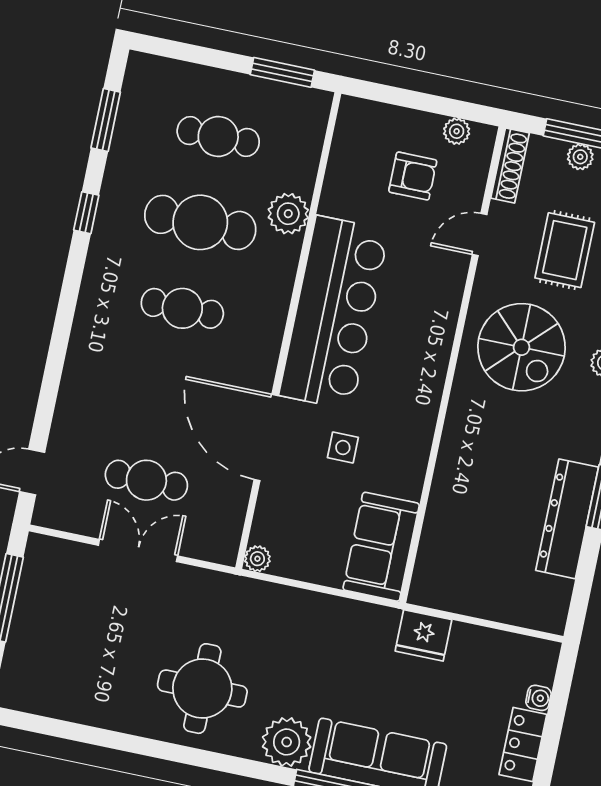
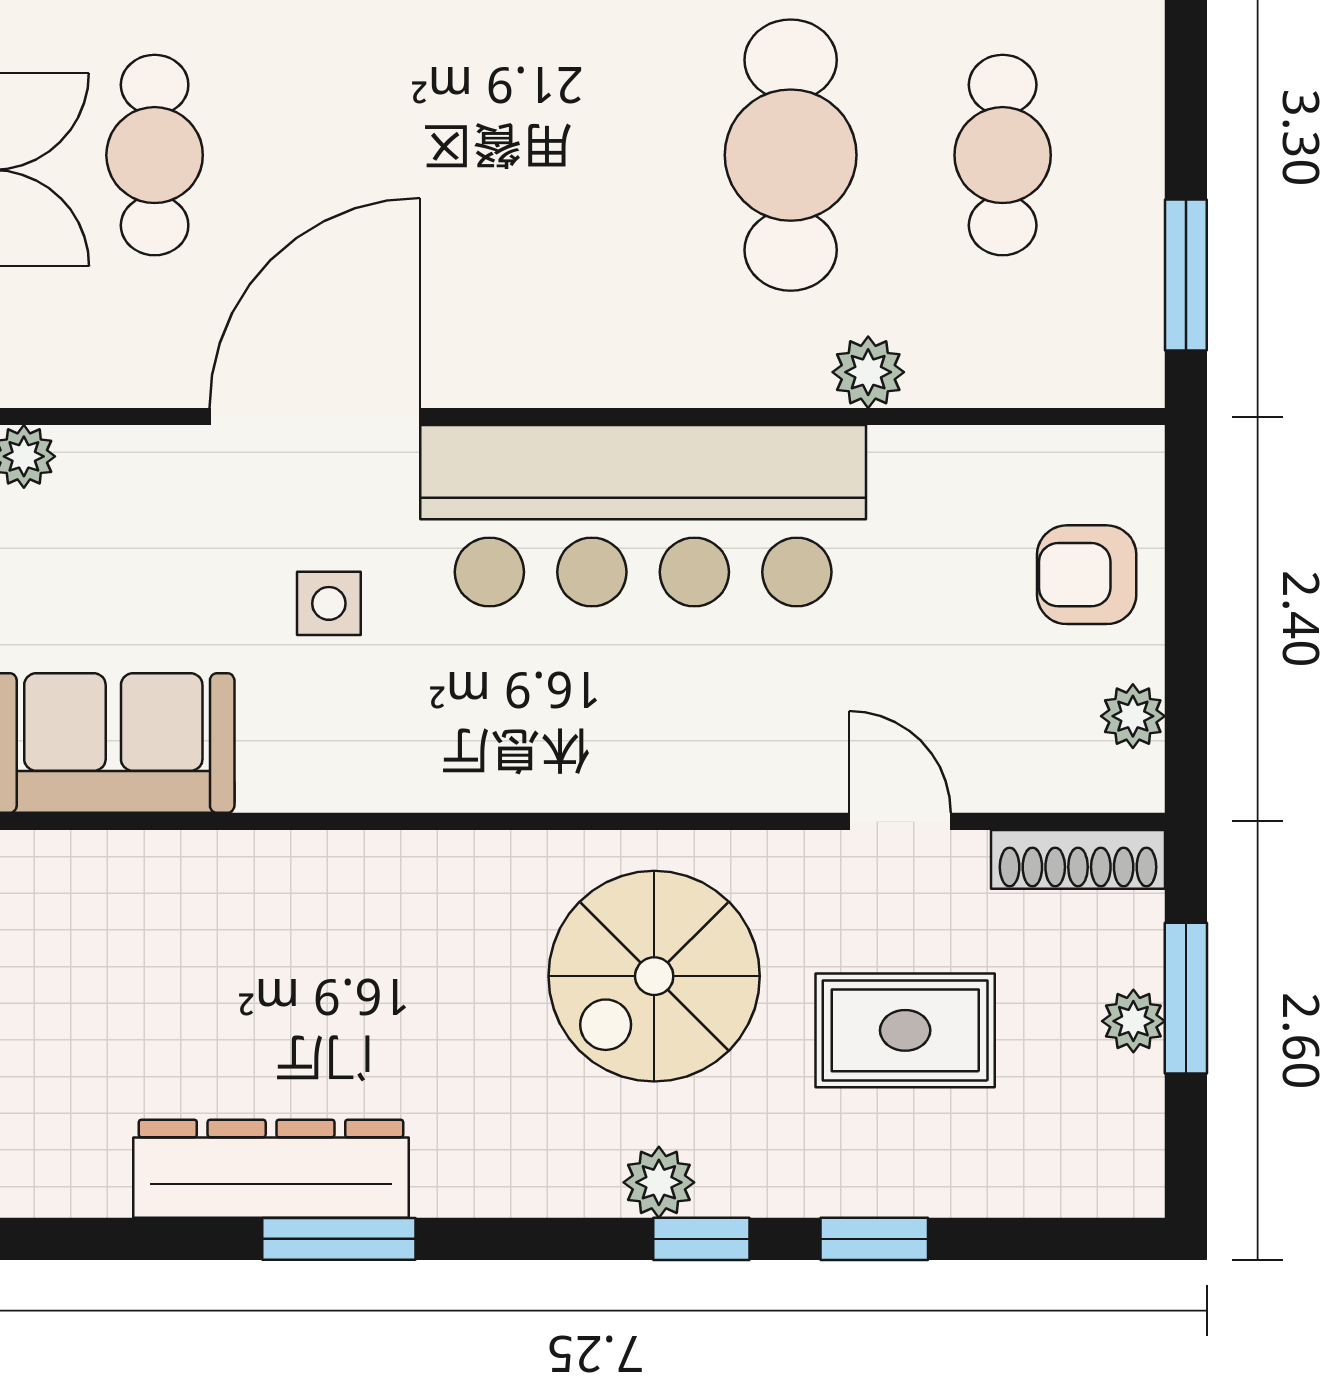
armchair: (413, 176) -> (1087, 575), moved, turned 90
plant: (288, 214) -> (868, 372), width x0.73, depth x0.73
cafe table: (182, 308) -> (579, 155), removed

